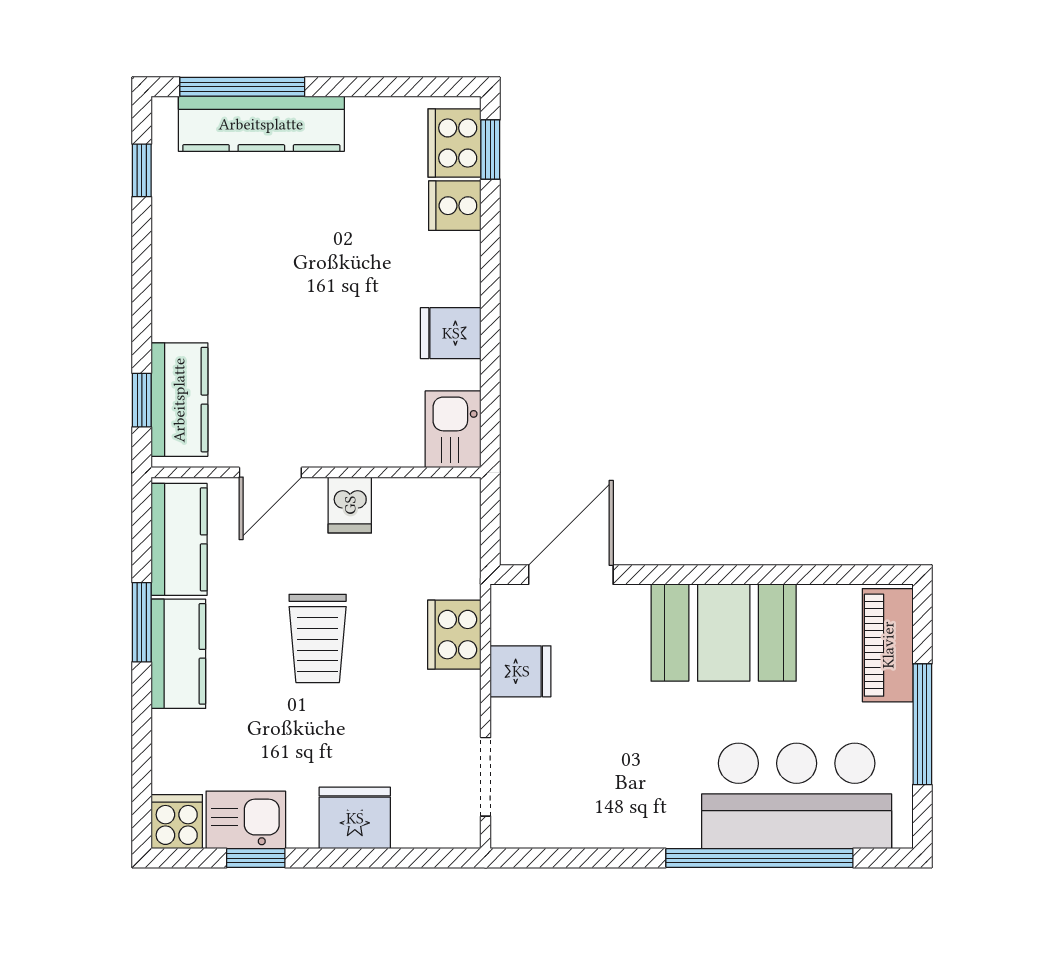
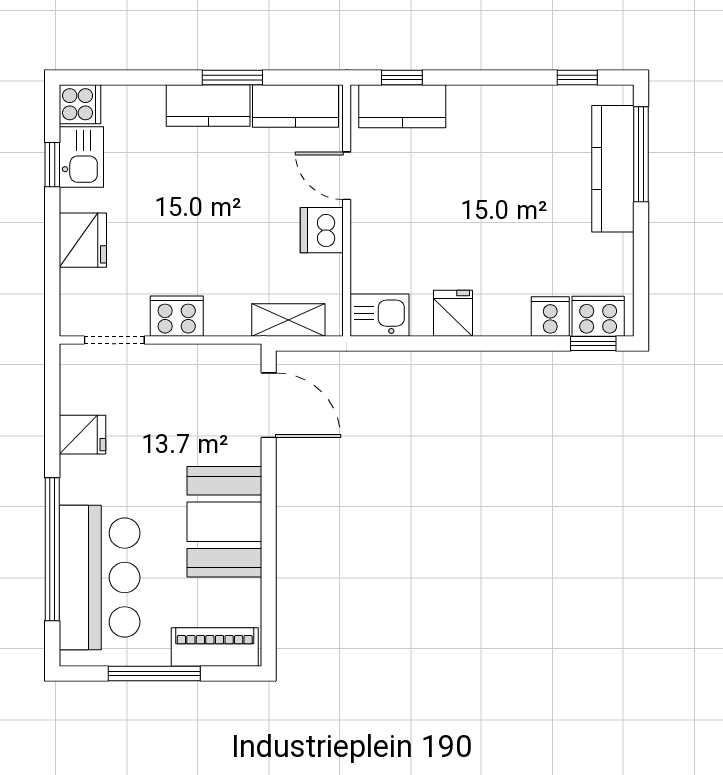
dishwasher: (350, 505) -> (322, 230), width x1.38
shelving: (459, 549) -> (288, 320), added
cooker: (454, 635) -> (177, 316), moved
trolley: (318, 638) -> (220, 212), removed
fridge: (521, 671) -> (83, 435), moved, turned -90

